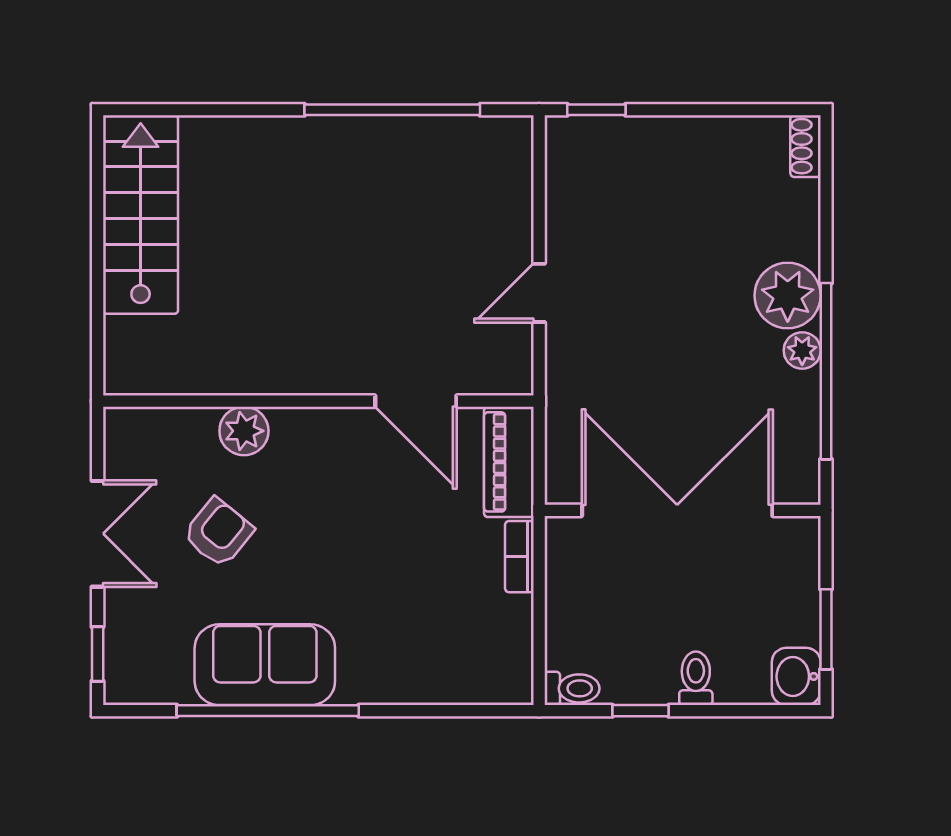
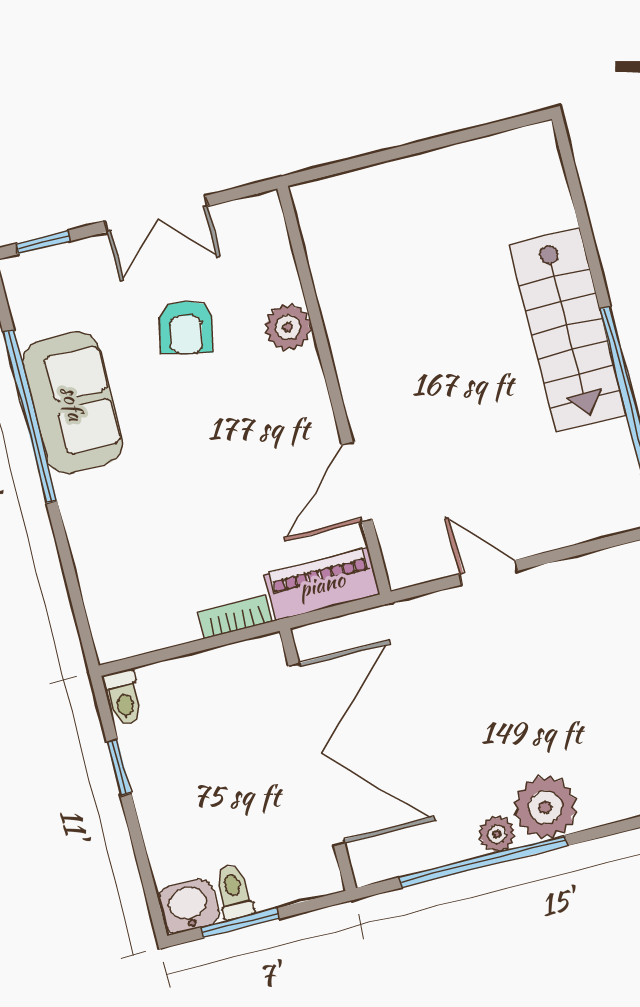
stairs: (141, 215) -> (568, 330), moved, turned 90
armchair: (218, 533) -> (186, 327), turned 64
toilet: (696, 678) -> (234, 892), moved, turned -90

